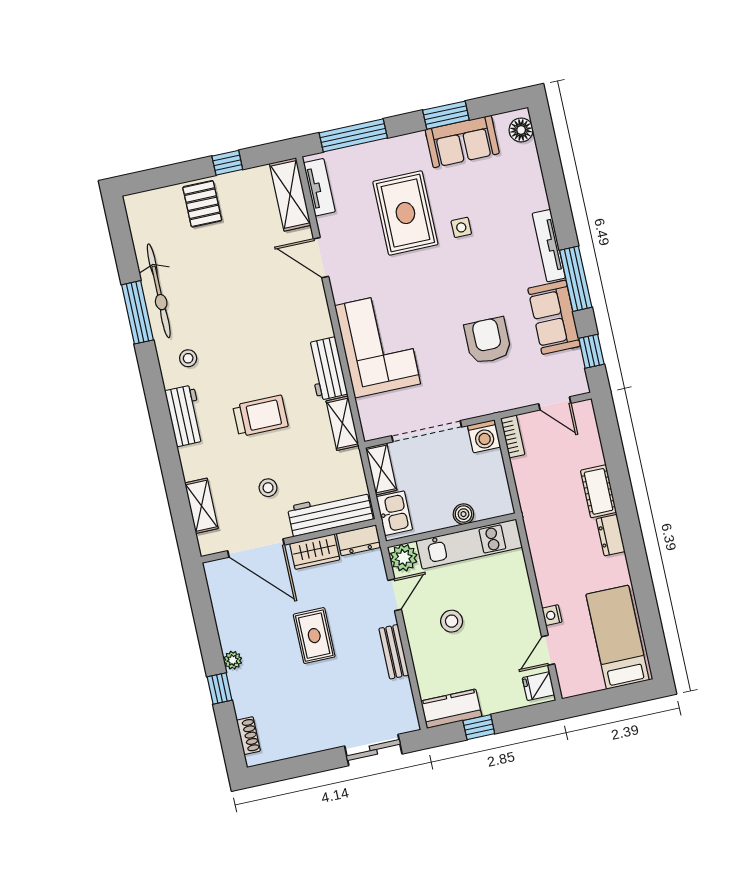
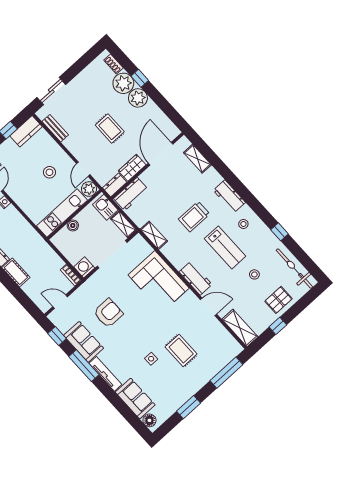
sofa: (462, 142) -> (135, 399), moved, turned 90
tv unit: (319, 187) -> (228, 339), removed
pallet: (202, 204) -> (278, 300), turned 90
rug: (405, 213) -> (181, 350), width x0.73, depth x0.70
bicycle: (159, 291) -> (294, 269), moved
window: (137, 312) -> (279, 232), width x0.46
lab bench: (239, 338) -> (225, 247), added
armchair: (488, 340) -> (108, 313), turned -90
workbench: (327, 369) -> (196, 278), moved
stool: (268, 488) -> (254, 274), moved
workbench: (330, 513) -> (131, 194), width x0.73
door: (256, 548) -> (161, 154), hinge flipped
bench: (394, 652) -> (55, 128), moved
plant: (233, 660) -> (138, 98), width x1.87, depth x1.87
plant: (251, 696) -> (123, 83), added

